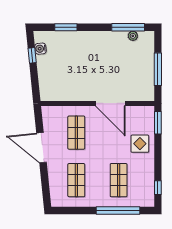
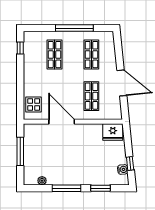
window: (128, 27) -> (67, 188), moved
fridge: (52, 91) -> (113, 132), added
window: (158, 123) -> (20, 105), removed
display table: (140, 144) -> (34, 104), moved
window: (118, 211) -> (74, 28), moved

